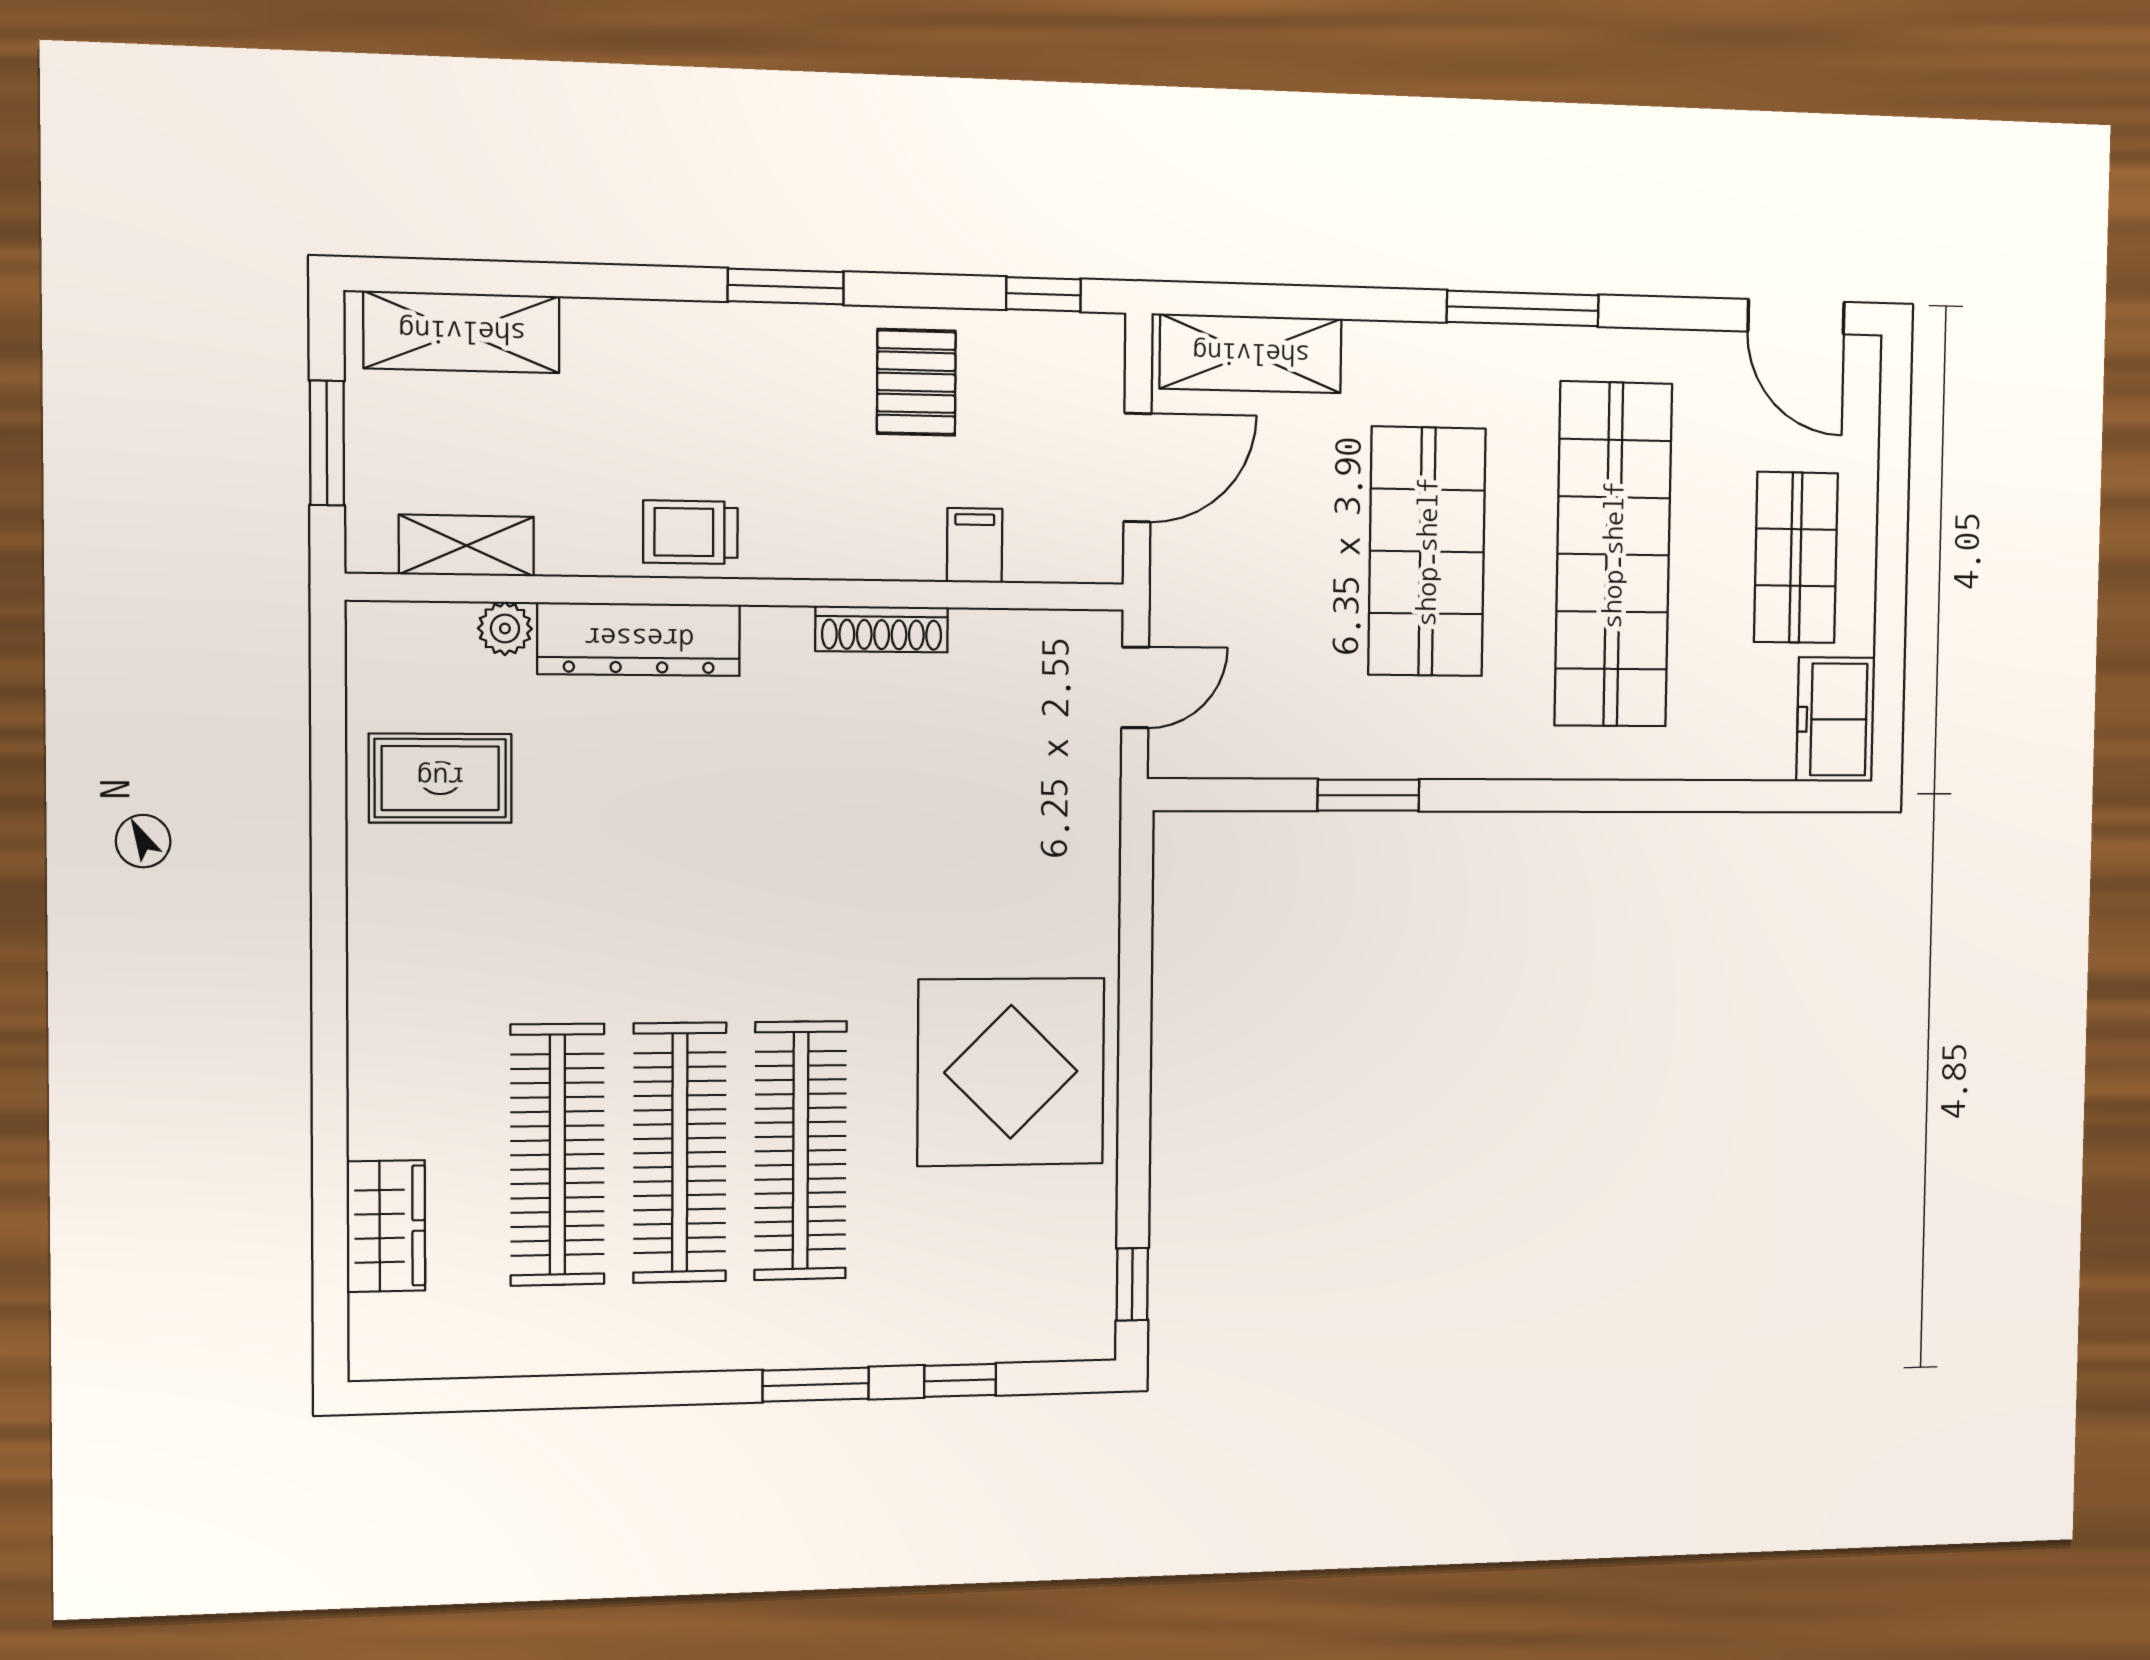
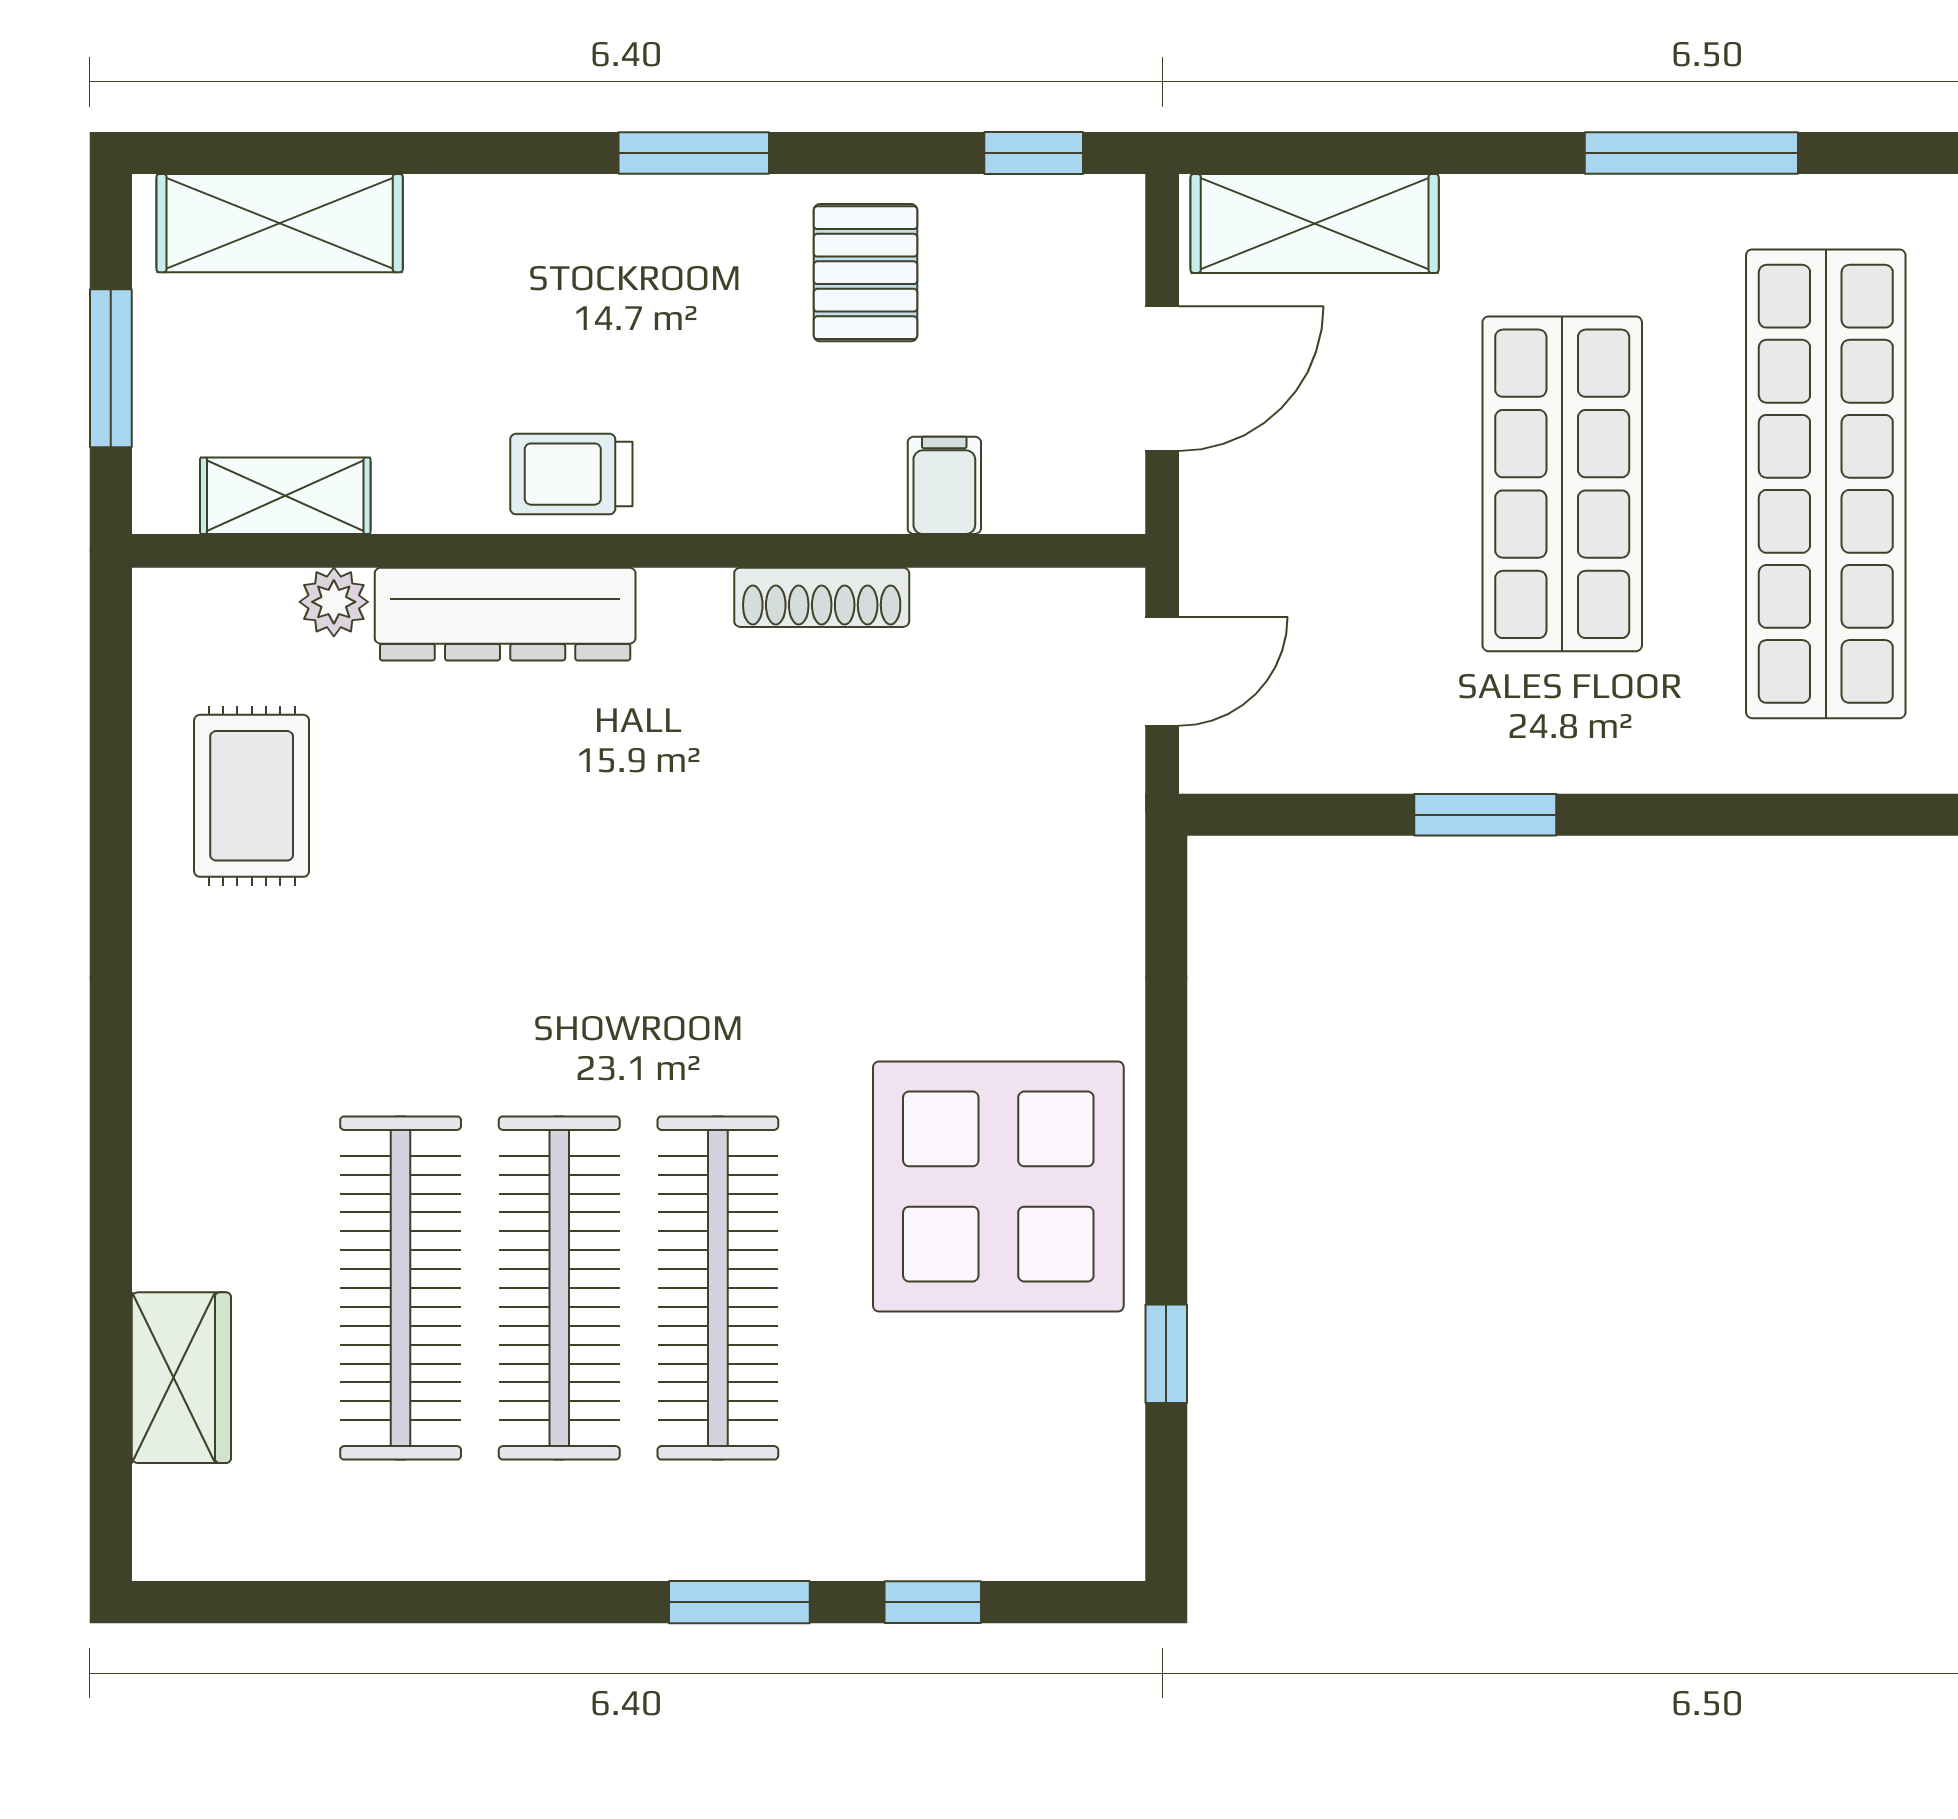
rug: (440, 778) -> (252, 796), turned 90
window: (1132, 1284) -> (1166, 1354), moved

